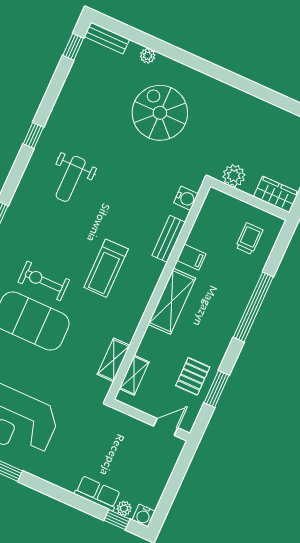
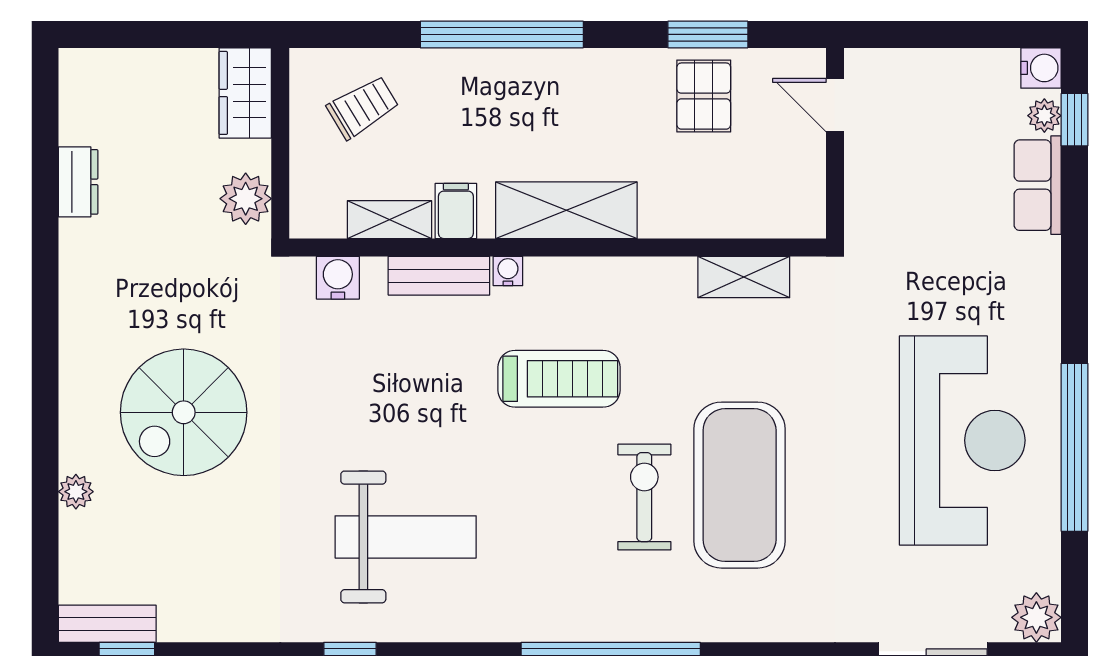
bench: (107, 38) -> (107, 624), moved, turned 90
dresser: (270, 112) -> (78, 182), added
weight bench: (71, 179) -> (406, 537), width x1.36, depth x1.33
trolley: (249, 239) -> (363, 107), turned 149
water cooler: (158, 267) -> (508, 271), added
exercise bike: (44, 281) -> (644, 497), turned 180
shelving: (134, 375) -> (389, 220), moved
pallet: (193, 376) -> (704, 96), turned 90

